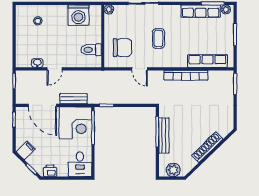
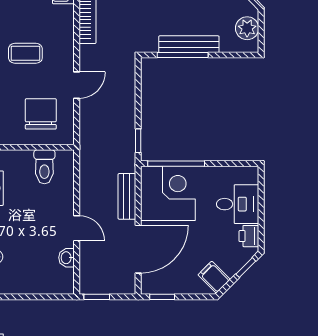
desk: (80, 164) -> (238, 204), moved

